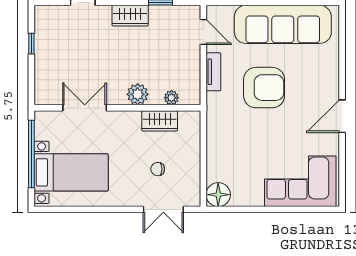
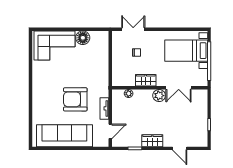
door: (203, 32) -> (110, 131), swing flipped
plant: (138, 94) -> (159, 96), moved
door: (342, 116) -> (30, 83), removed
wardrobe: (160, 121) -> (146, 80), moved
floor lamp: (218, 195) -> (83, 38), moved

